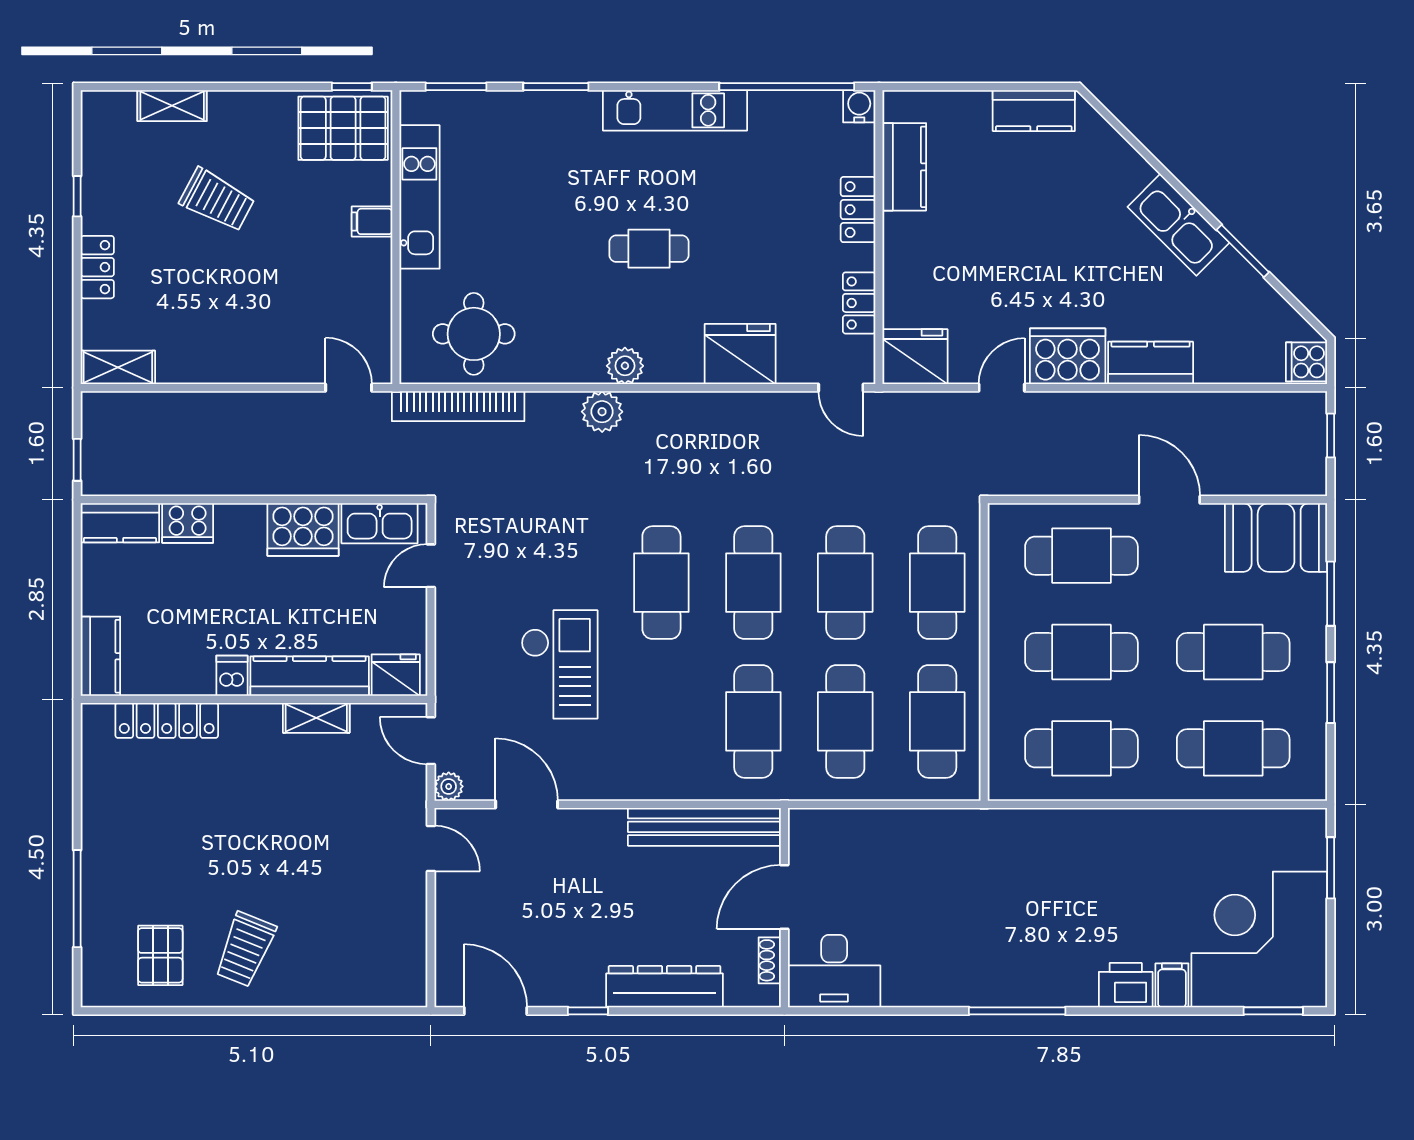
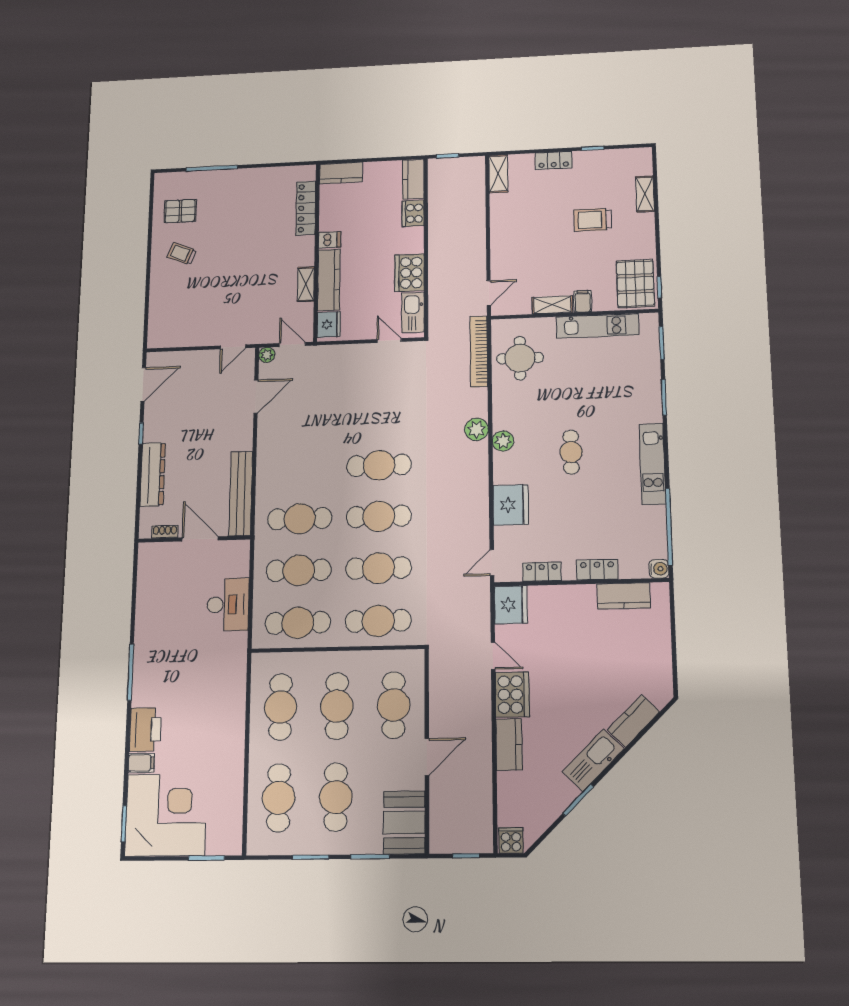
kitchen counter: (1034, 111) -> (634, 721), moved, turned 45
trolley: (217, 200) -> (593, 220), turned 62
shelving: (376, 275) -> (552, 305), added
checkout: (559, 664) -> (333, 411), removed
door: (431, 741) -> (292, 344), hinge flipped
trolley: (245, 949) -> (182, 254), width x0.73, depth x0.72
desk: (834, 971) -> (228, 605), moved, turned 180
printer: (1126, 985) -> (145, 730), width x1.37, depth x1.19

